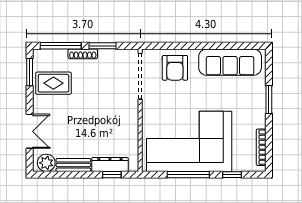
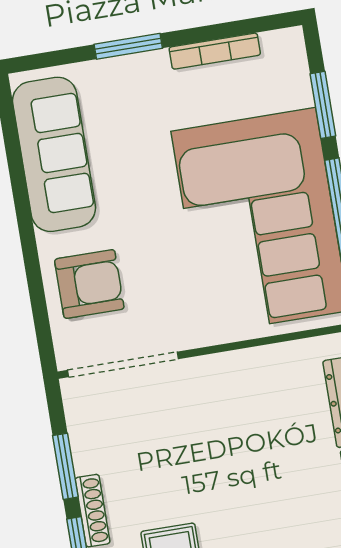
bookcase: (261, 147) -> (215, 51), moved
window: (232, 175) -> (323, 105), width x1.50

